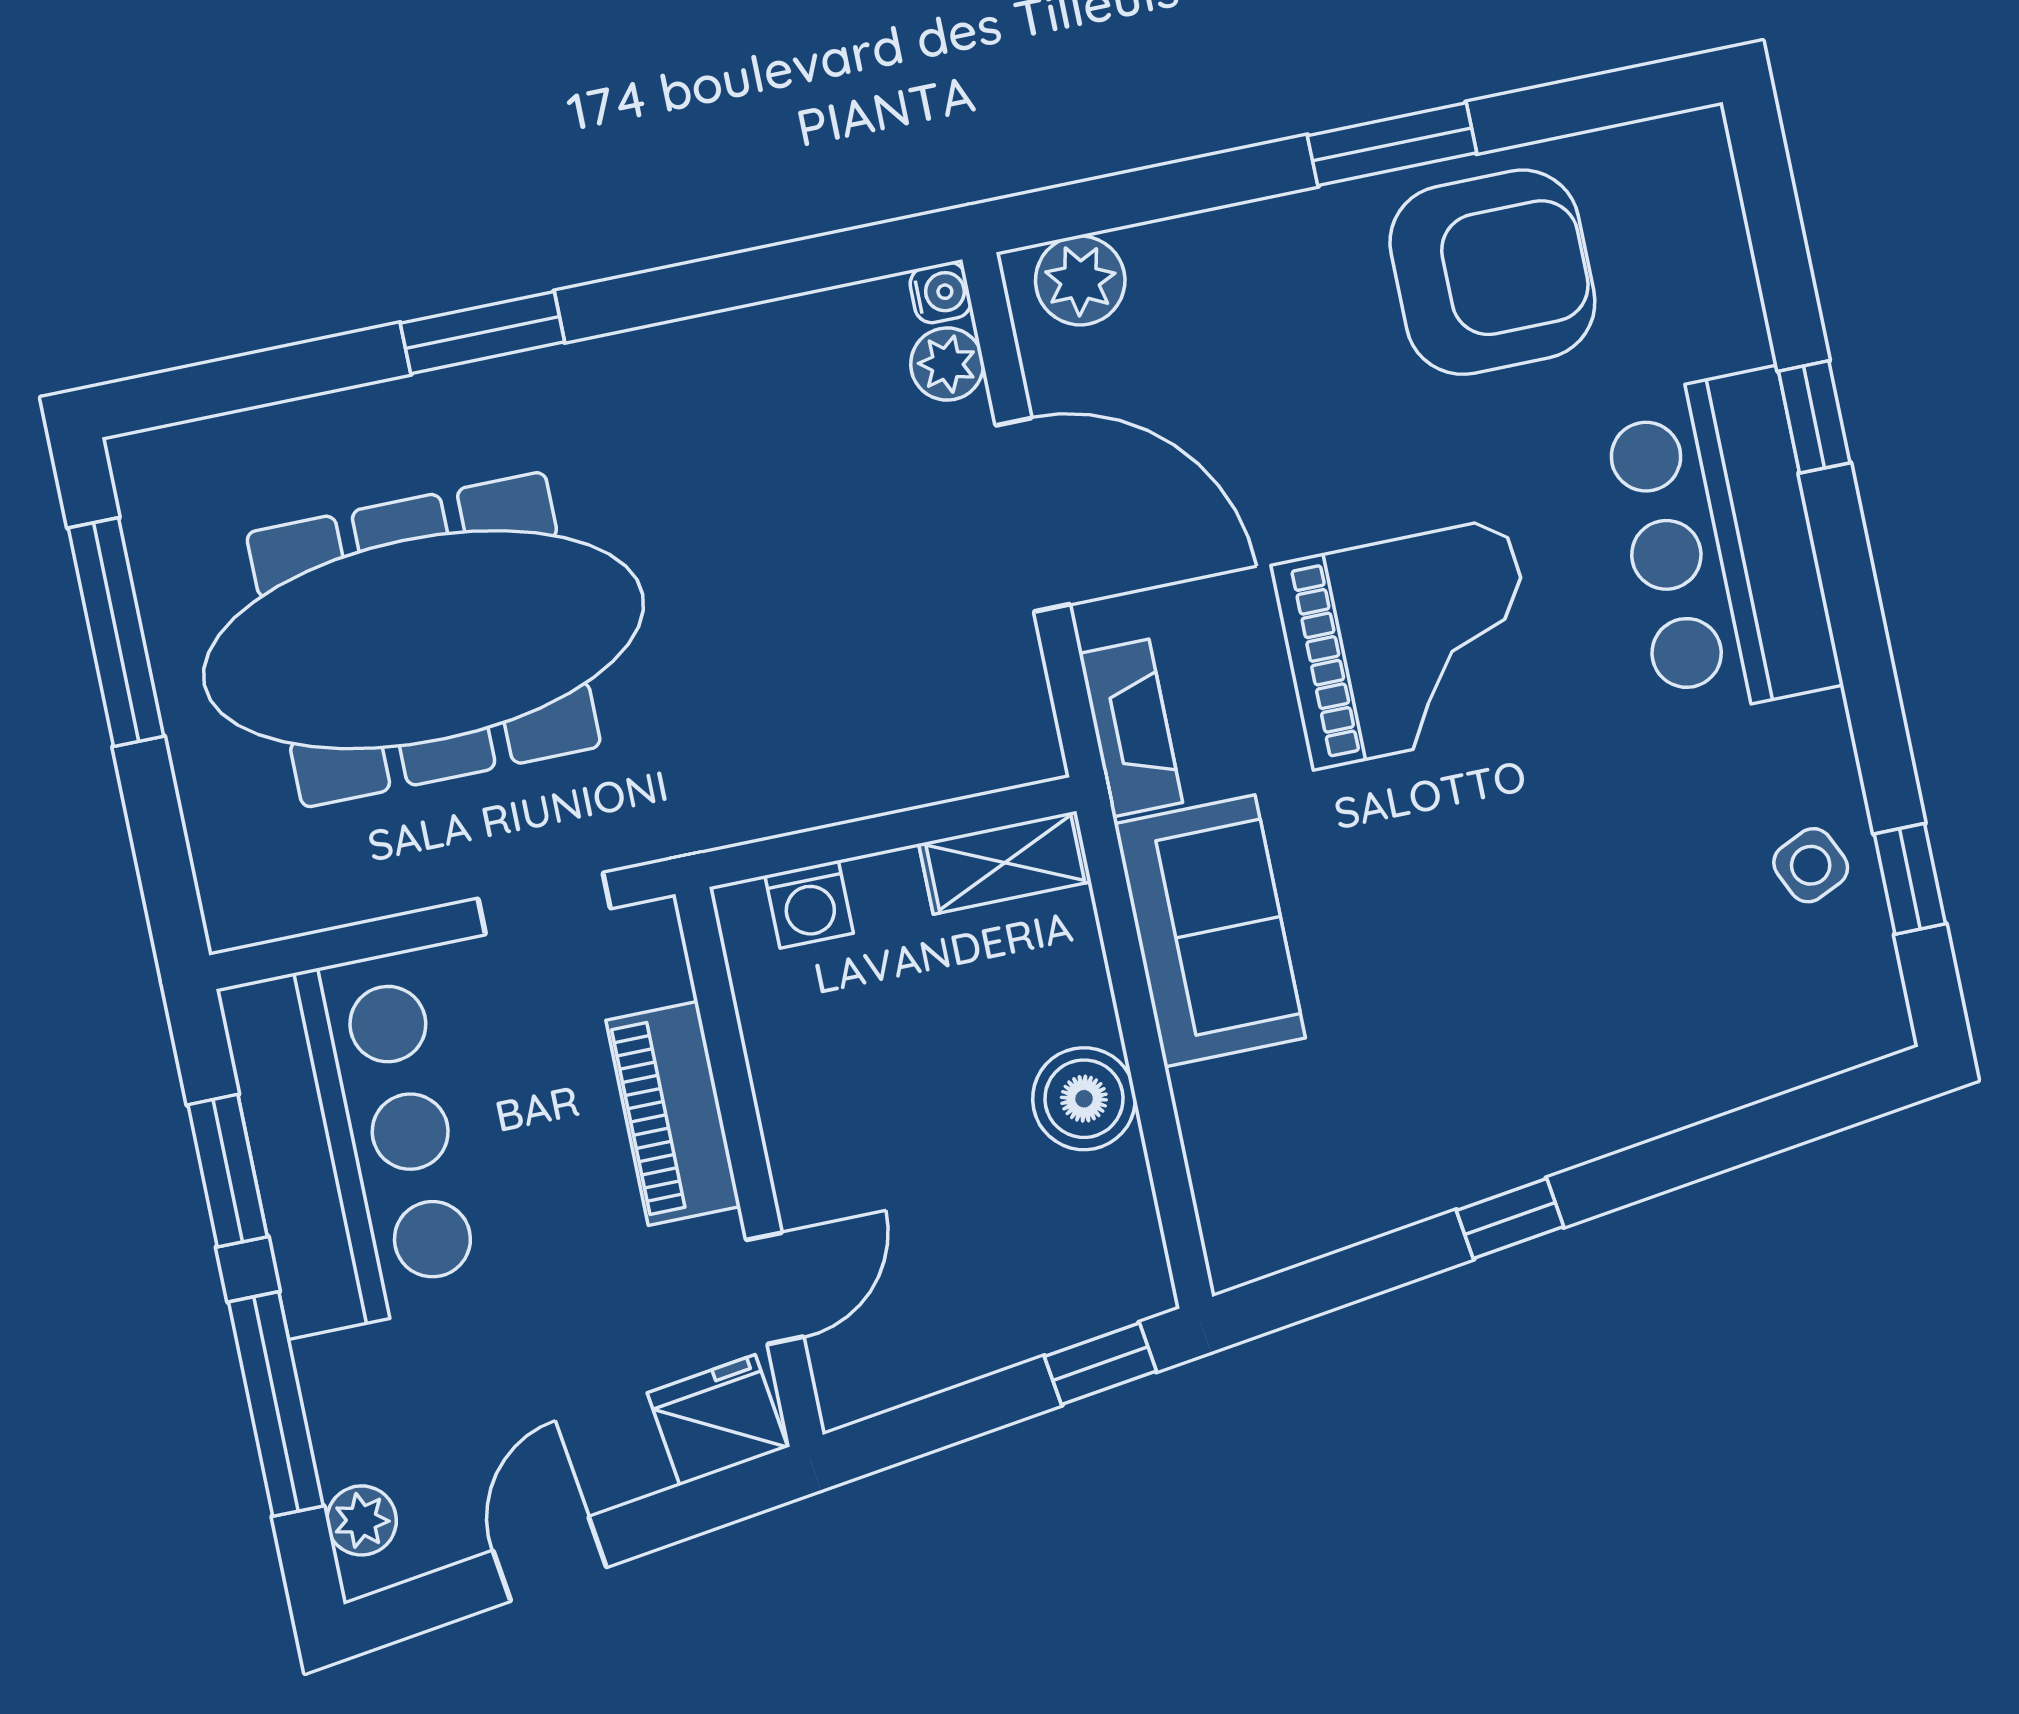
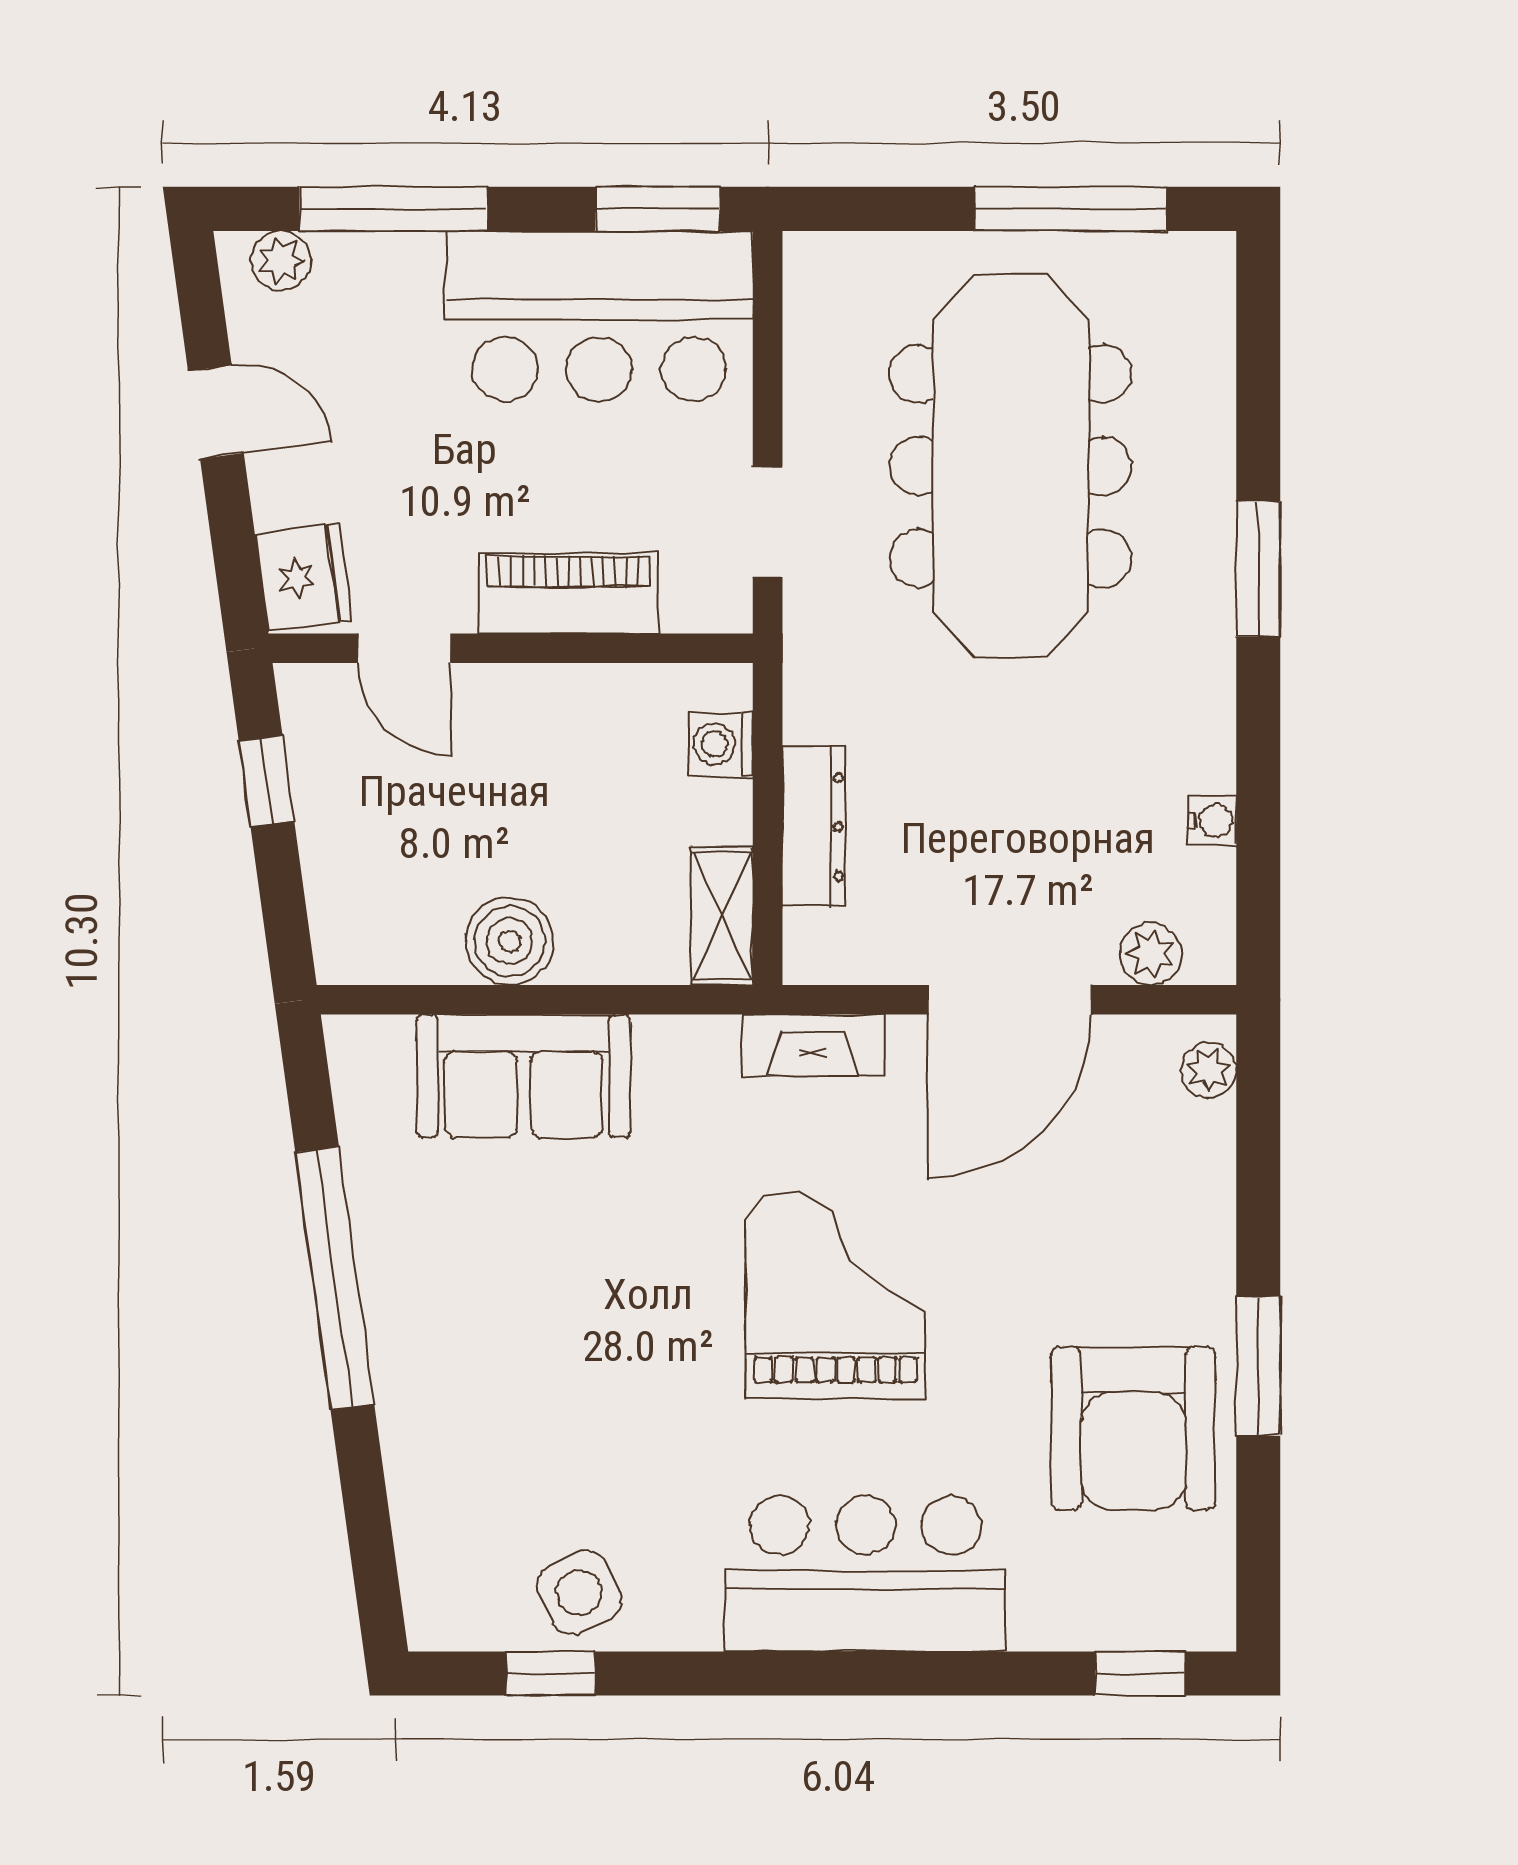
plant: (1080, 280) -> (1208, 1070), width x0.73, depth x0.73
water cooler: (941, 293) -> (1212, 820), moved, turned -90
window: (1814, 417) -> (1140, 1673), moved
grand piano: (1411, 643) -> (836, 1295), turned 180
dresser: (882, 779) -> (814, 827), added
side table: (1811, 865) -> (579, 1593), width x1.37, depth x1.37
sofa: (1210, 931) -> (524, 1076), moved
window: (228, 1171) -> (658, 209), moved
window: (1510, 1219) -> (335, 1278), width x3.17
window: (1100, 1364) -> (267, 781), moved

